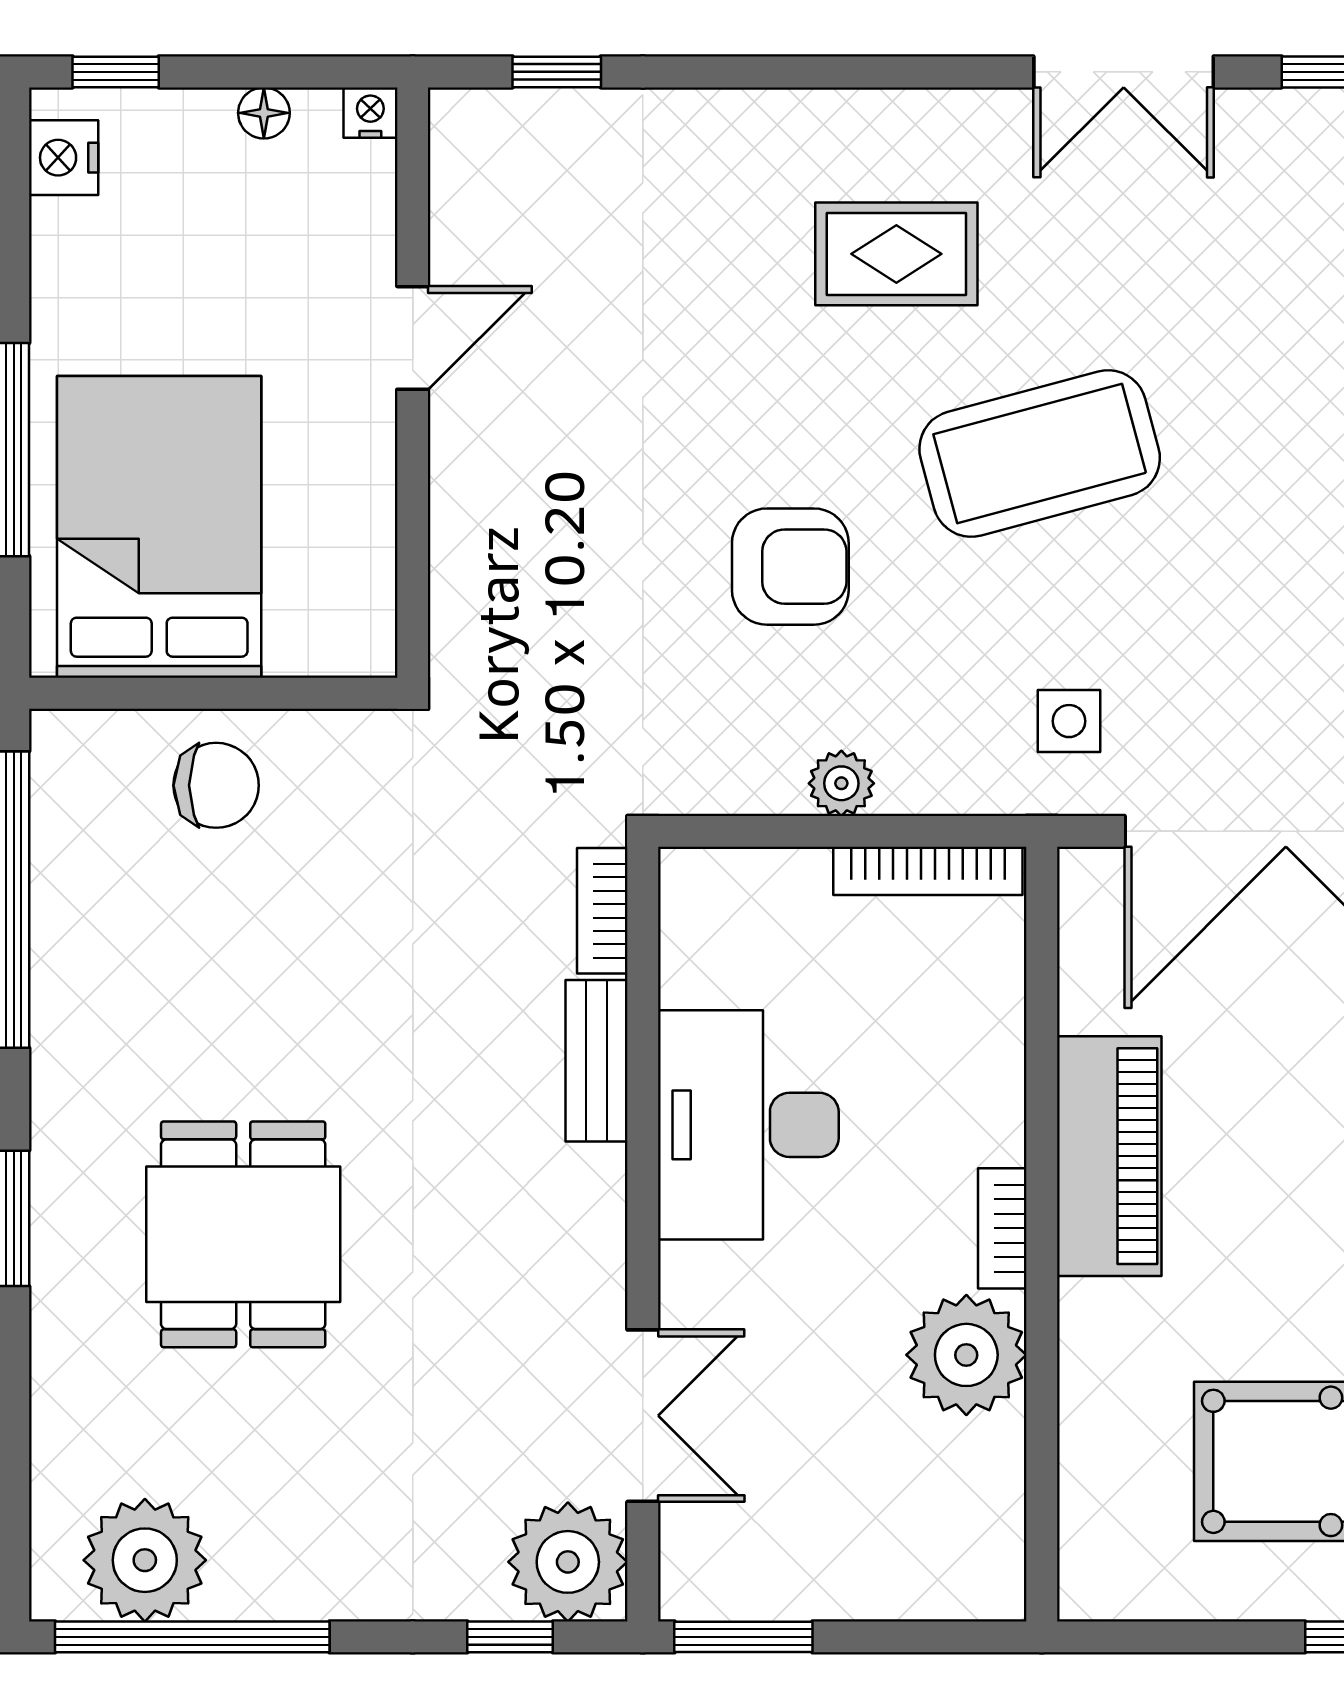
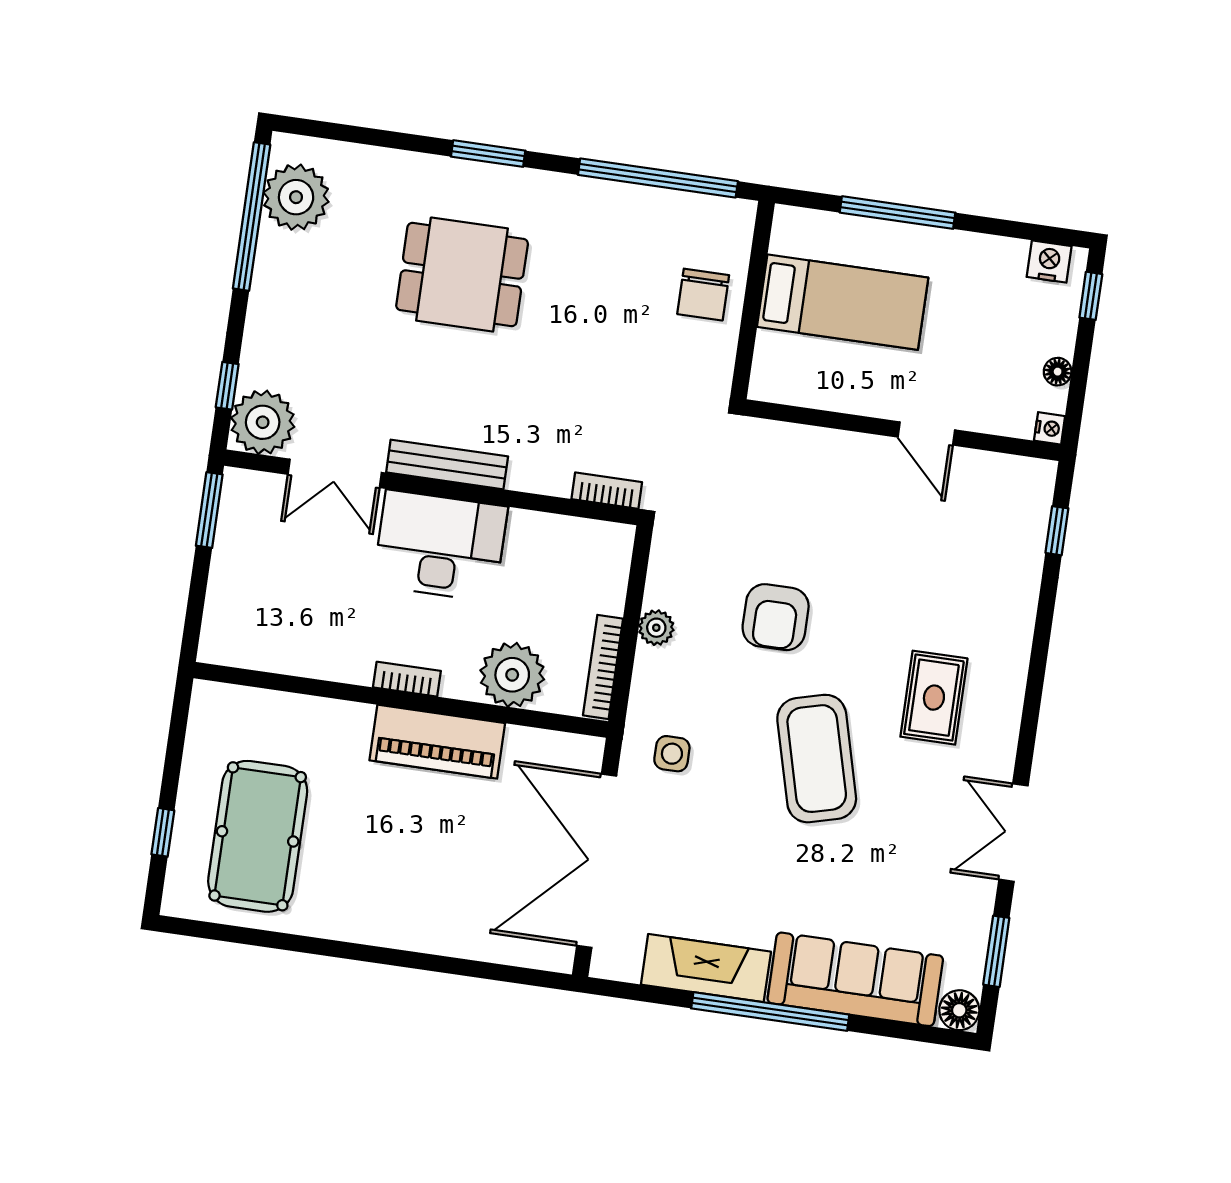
bed: (159, 527) -> (843, 302), width x0.67
bench: (597, 1061) -> (447, 464), moved, width x1.36
desk: (748, 1125) -> (440, 546), moved
plant: (966, 1355) -> (512, 675), moved

